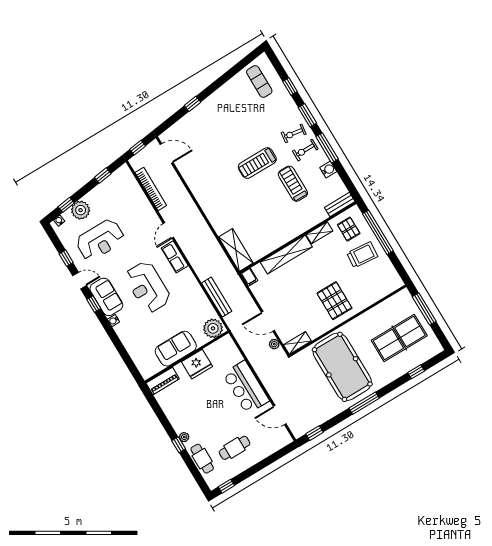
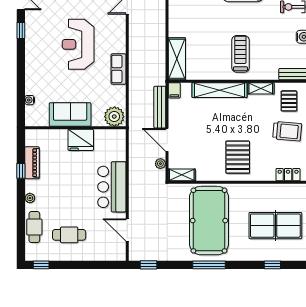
treadmill: (293, 184) -> (240, 54), moved
row of seats: (175, 257) -> (119, 69), moved
locker: (384, 290) -> (288, 175), added
sofa: (106, 297) -> (36, 31), removed
bench: (217, 297) -> (160, 107), moved
water cooler: (113, 321) -> (30, 100), moved
piano: (163, 381) -> (32, 163), moved, turned -90
window: (179, 445) -> (21, 171), moved

